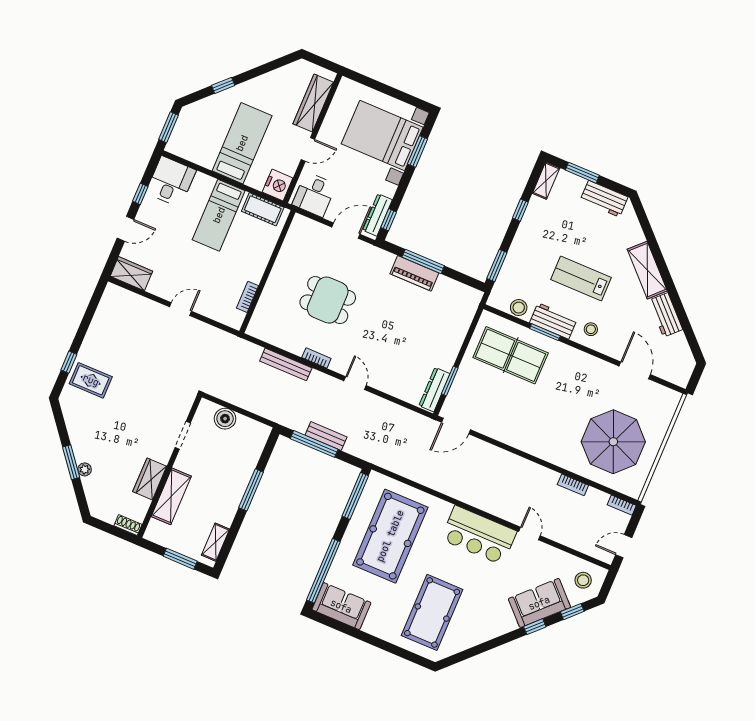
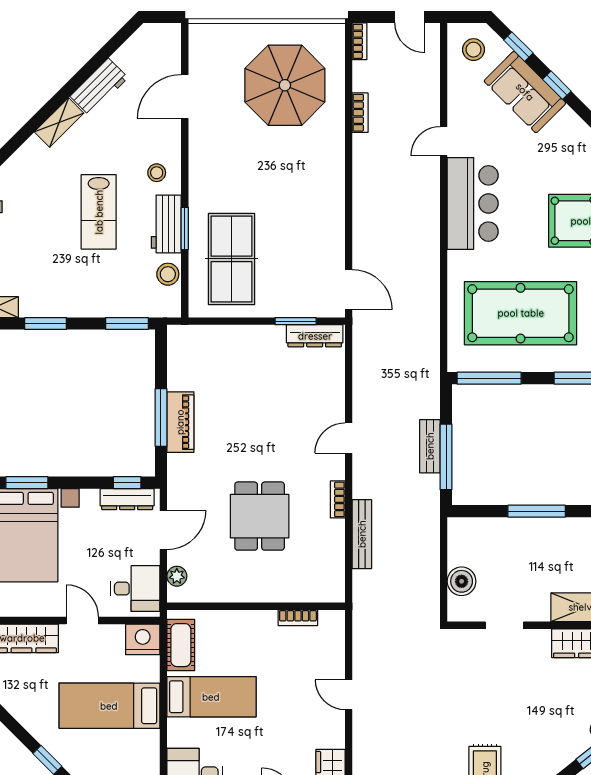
window: (520, 210) -> (46, 323), width x1.50
plant: (311, 226) -> (177, 576), added
door: (346, 231) -> (163, 530), swing flipped
shelving: (647, 270) -> (59, 123), width x0.67, depth x0.75

